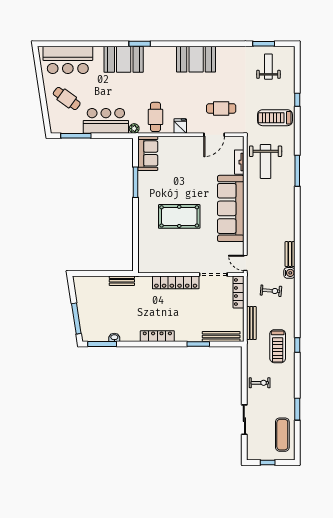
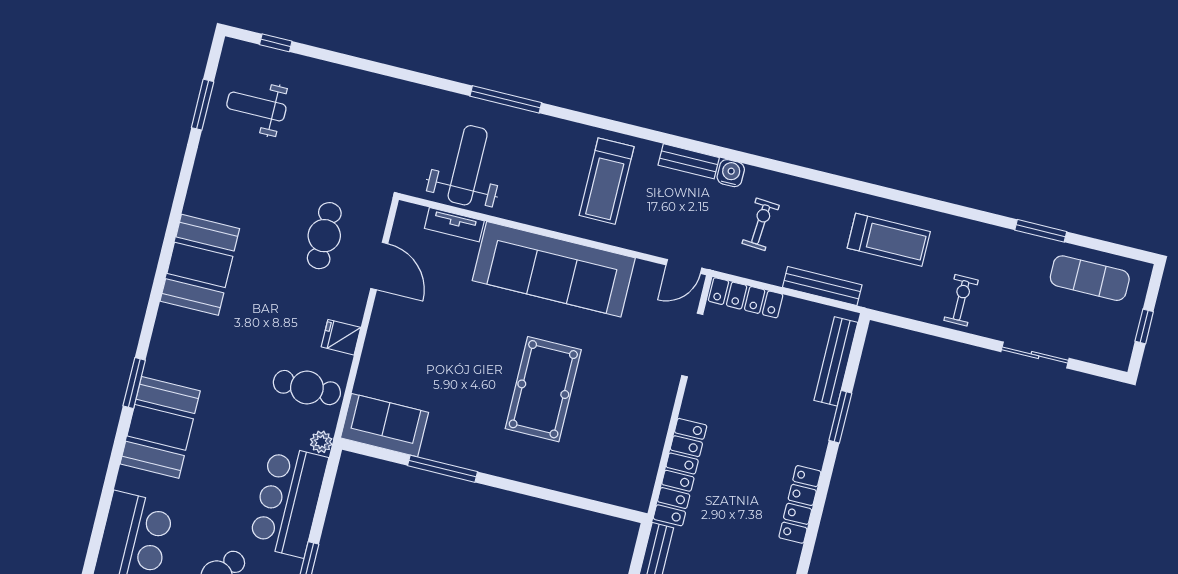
window: (297, 100) -> (276, 43), moved
treadmill: (275, 118) -> (607, 181), moved
weight bench: (266, 161) -> (468, 165), turned -90
locker: (176, 282) -> (680, 472), moved
window: (297, 345) -> (897, 195), removed

